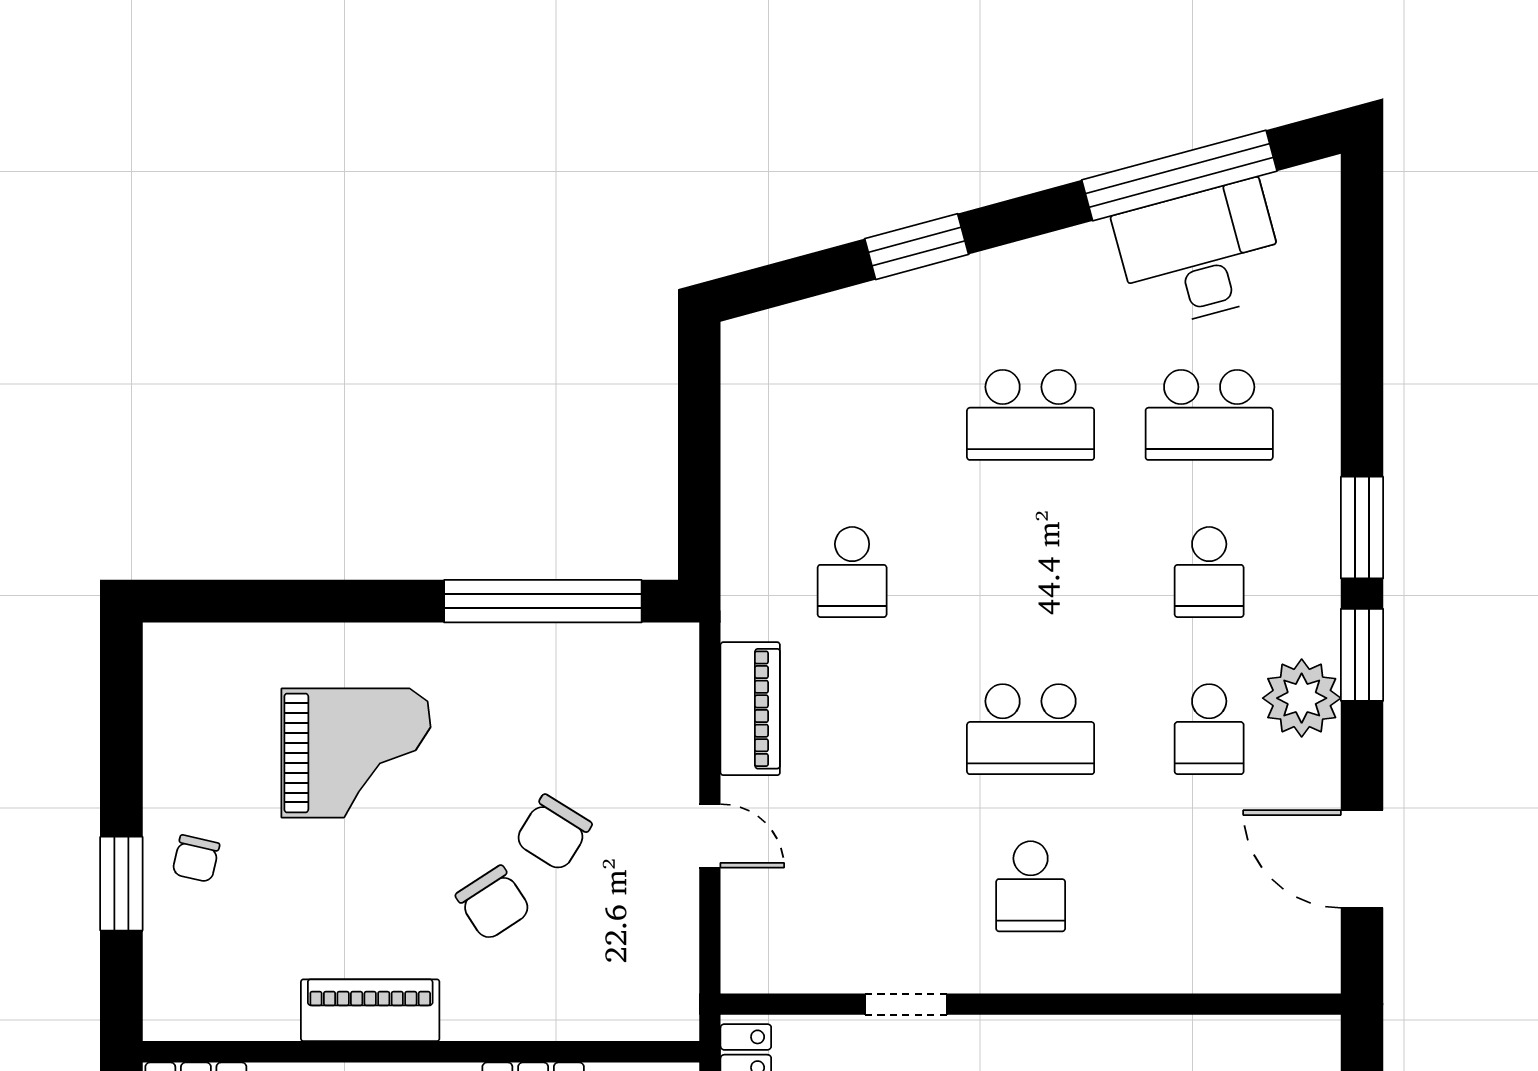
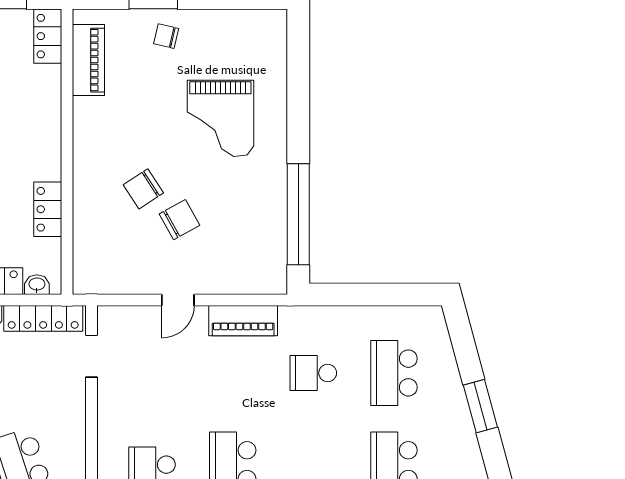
school desk: (852, 415) -> (394, 373), added
chair: (553, 833) -> (179, 220), turned 119
doorway: (906, 1004) -> (91, 356), moved
piano: (370, 1010) -> (88, 60), moved

